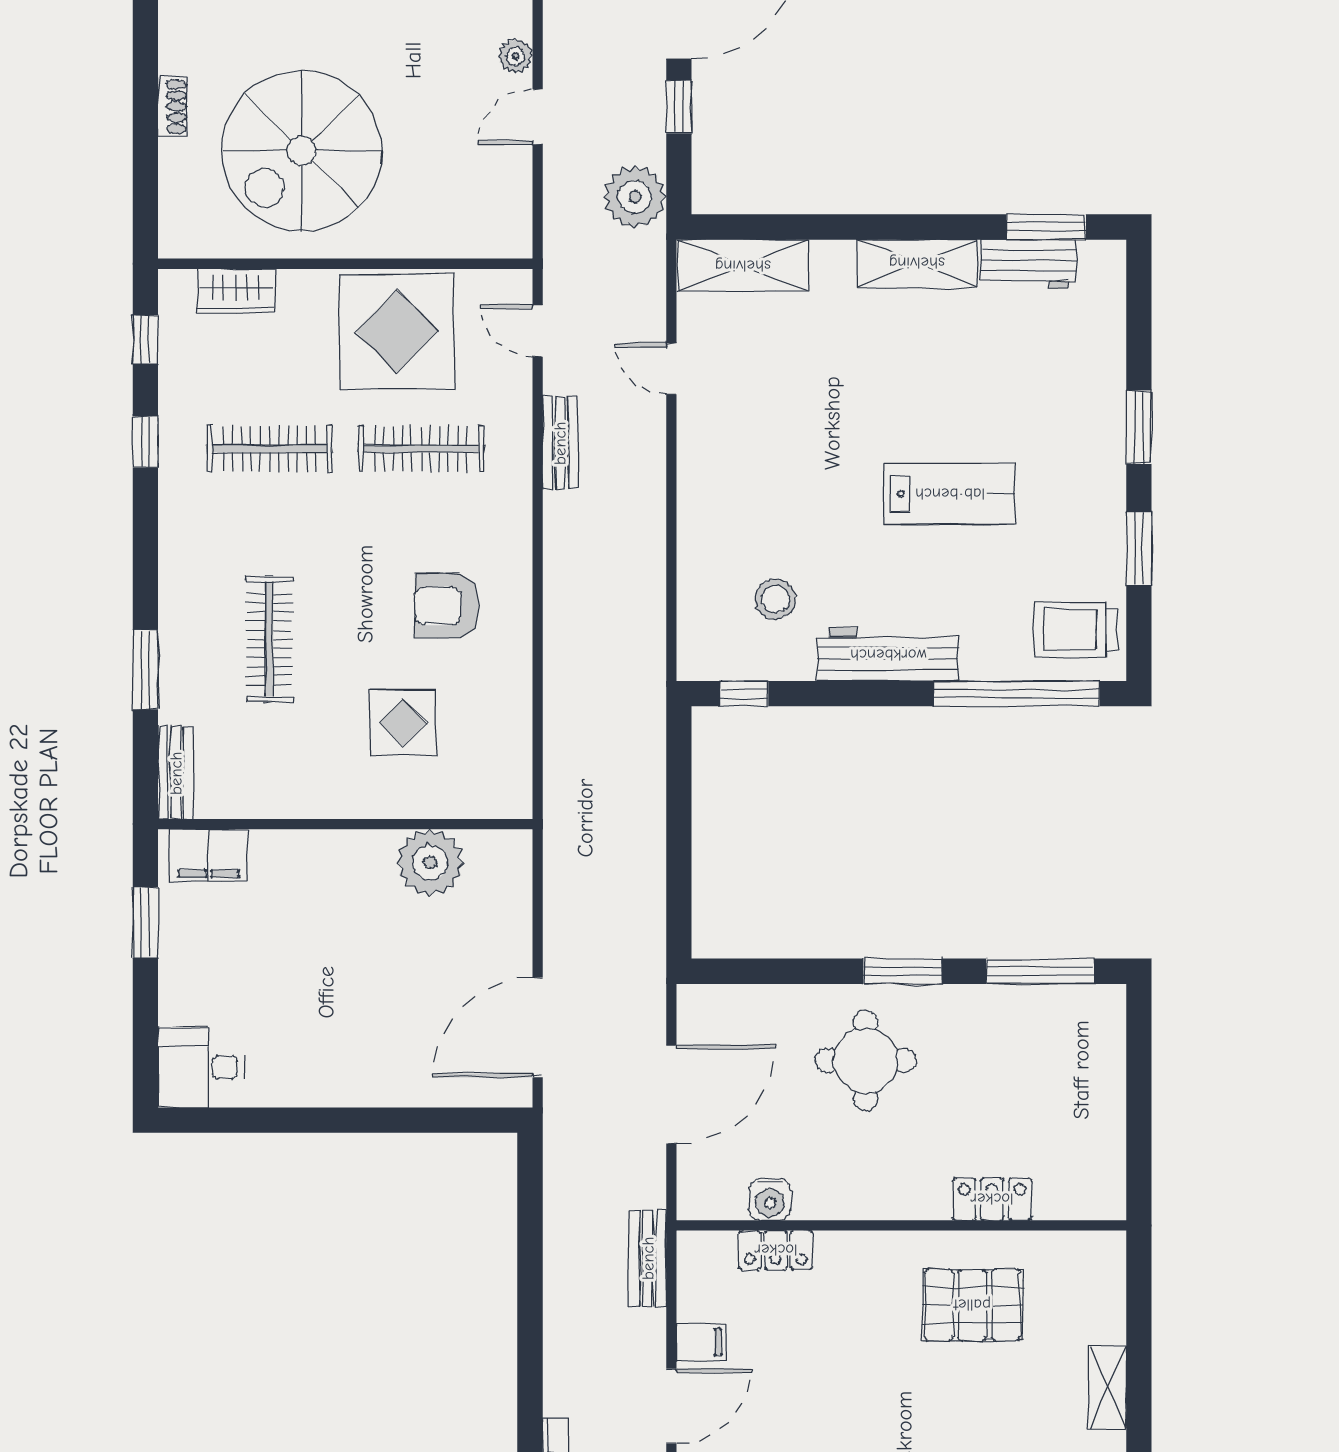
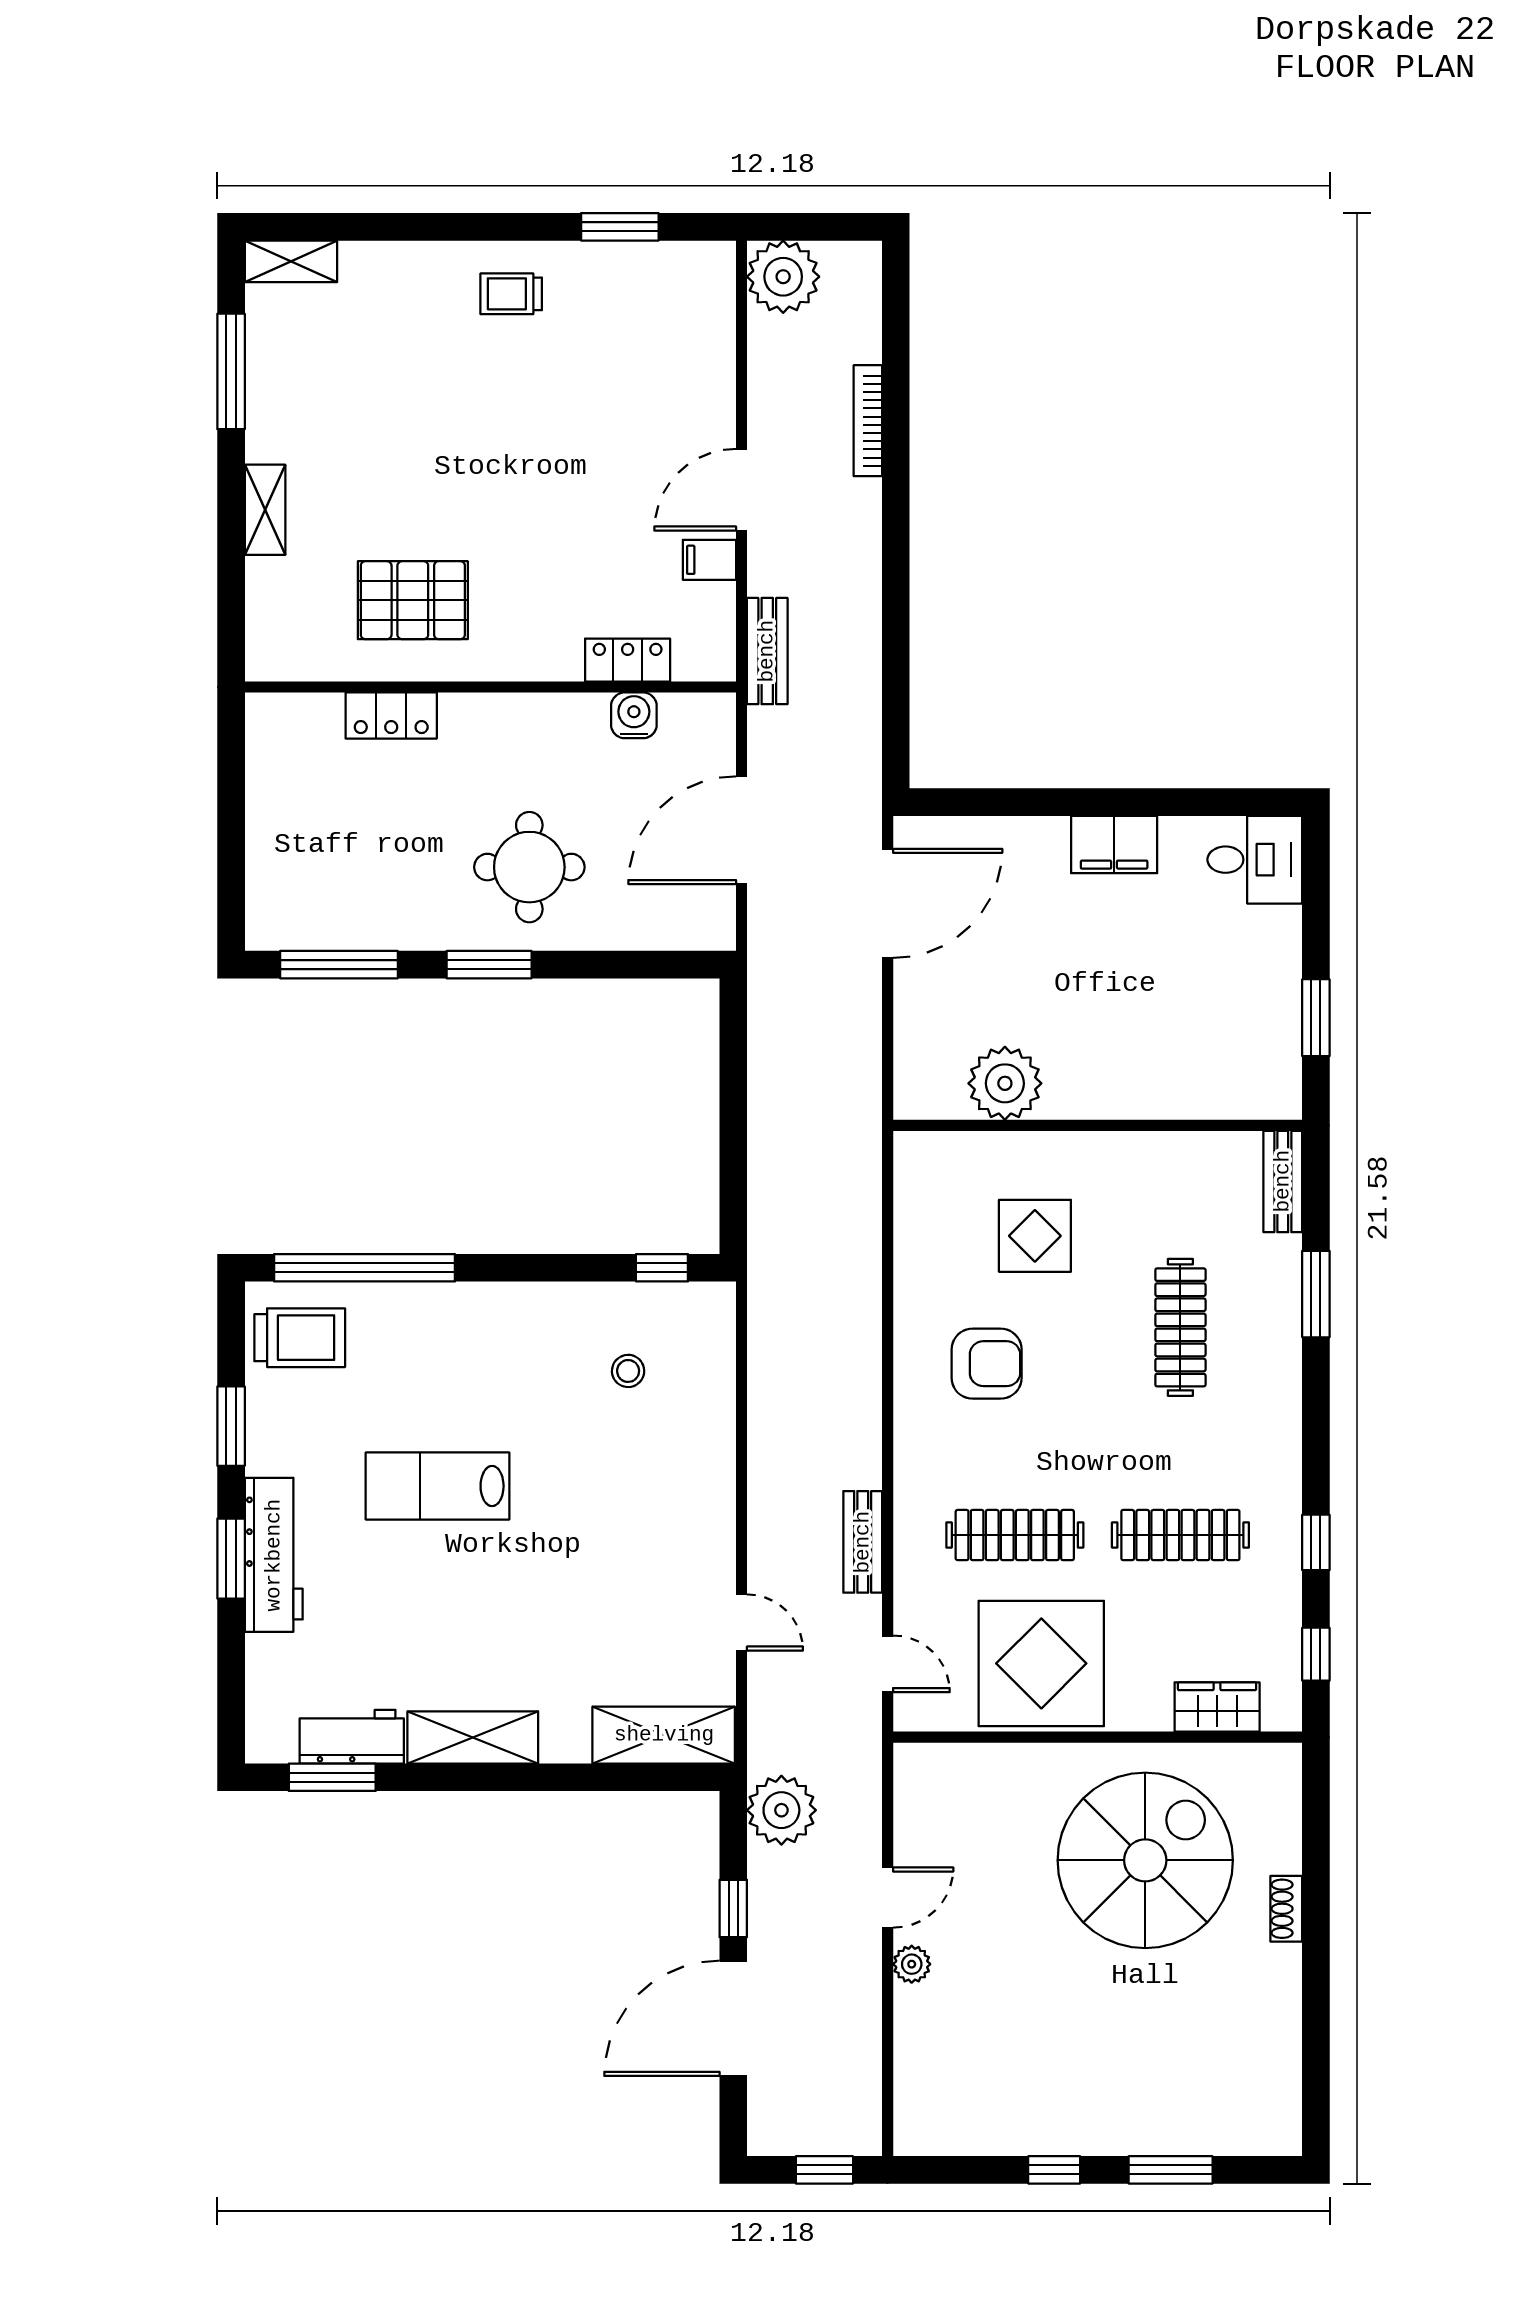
stool: (775, 599) -> (628, 1371), width x0.73, depth x0.73
workbench: (888, 655) -> (274, 1555), moved, turned -90
filing cabinet: (209, 855) -> (1114, 844), moved, turned 180

